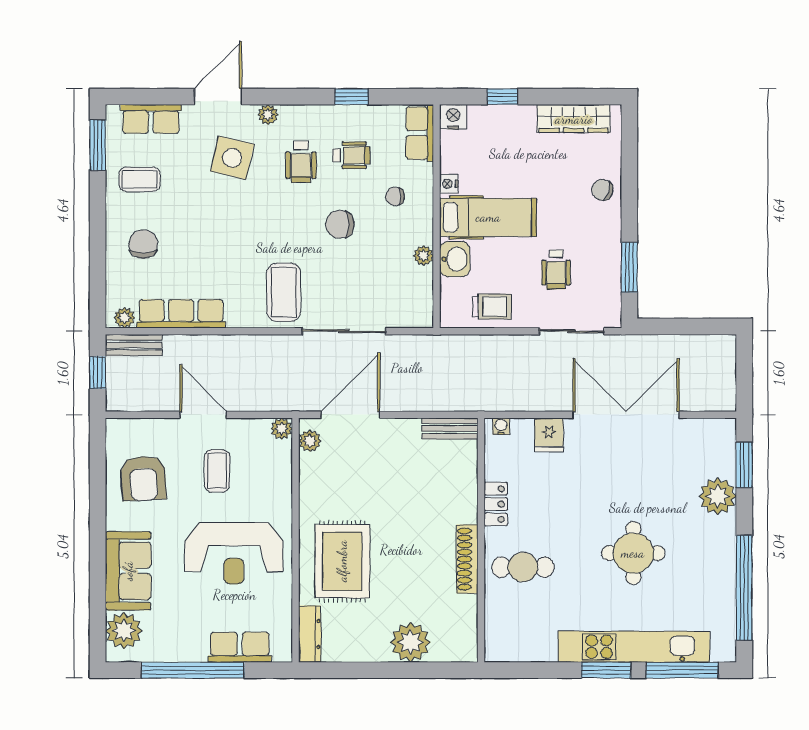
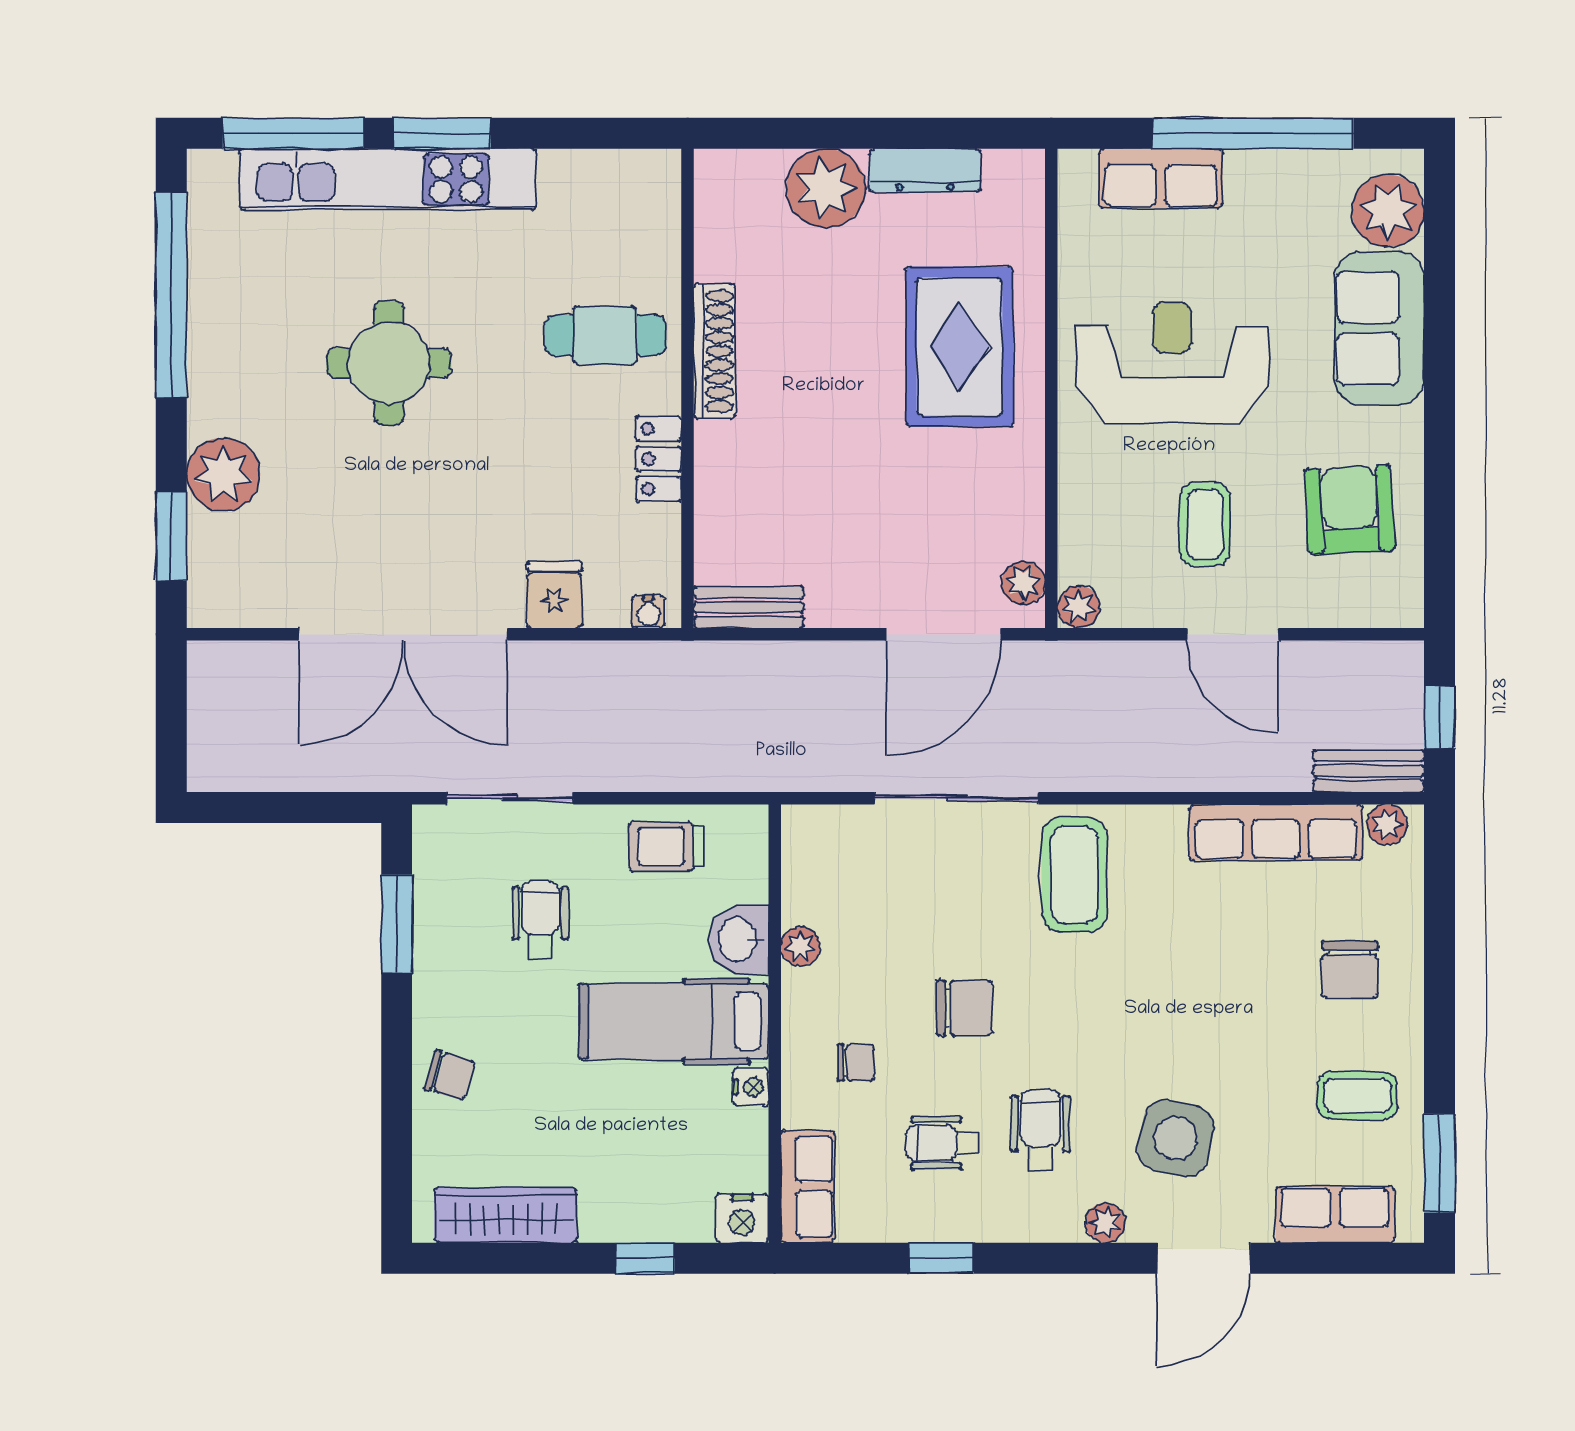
dresser: (310, 634) -> (925, 170), moved, turned -90

